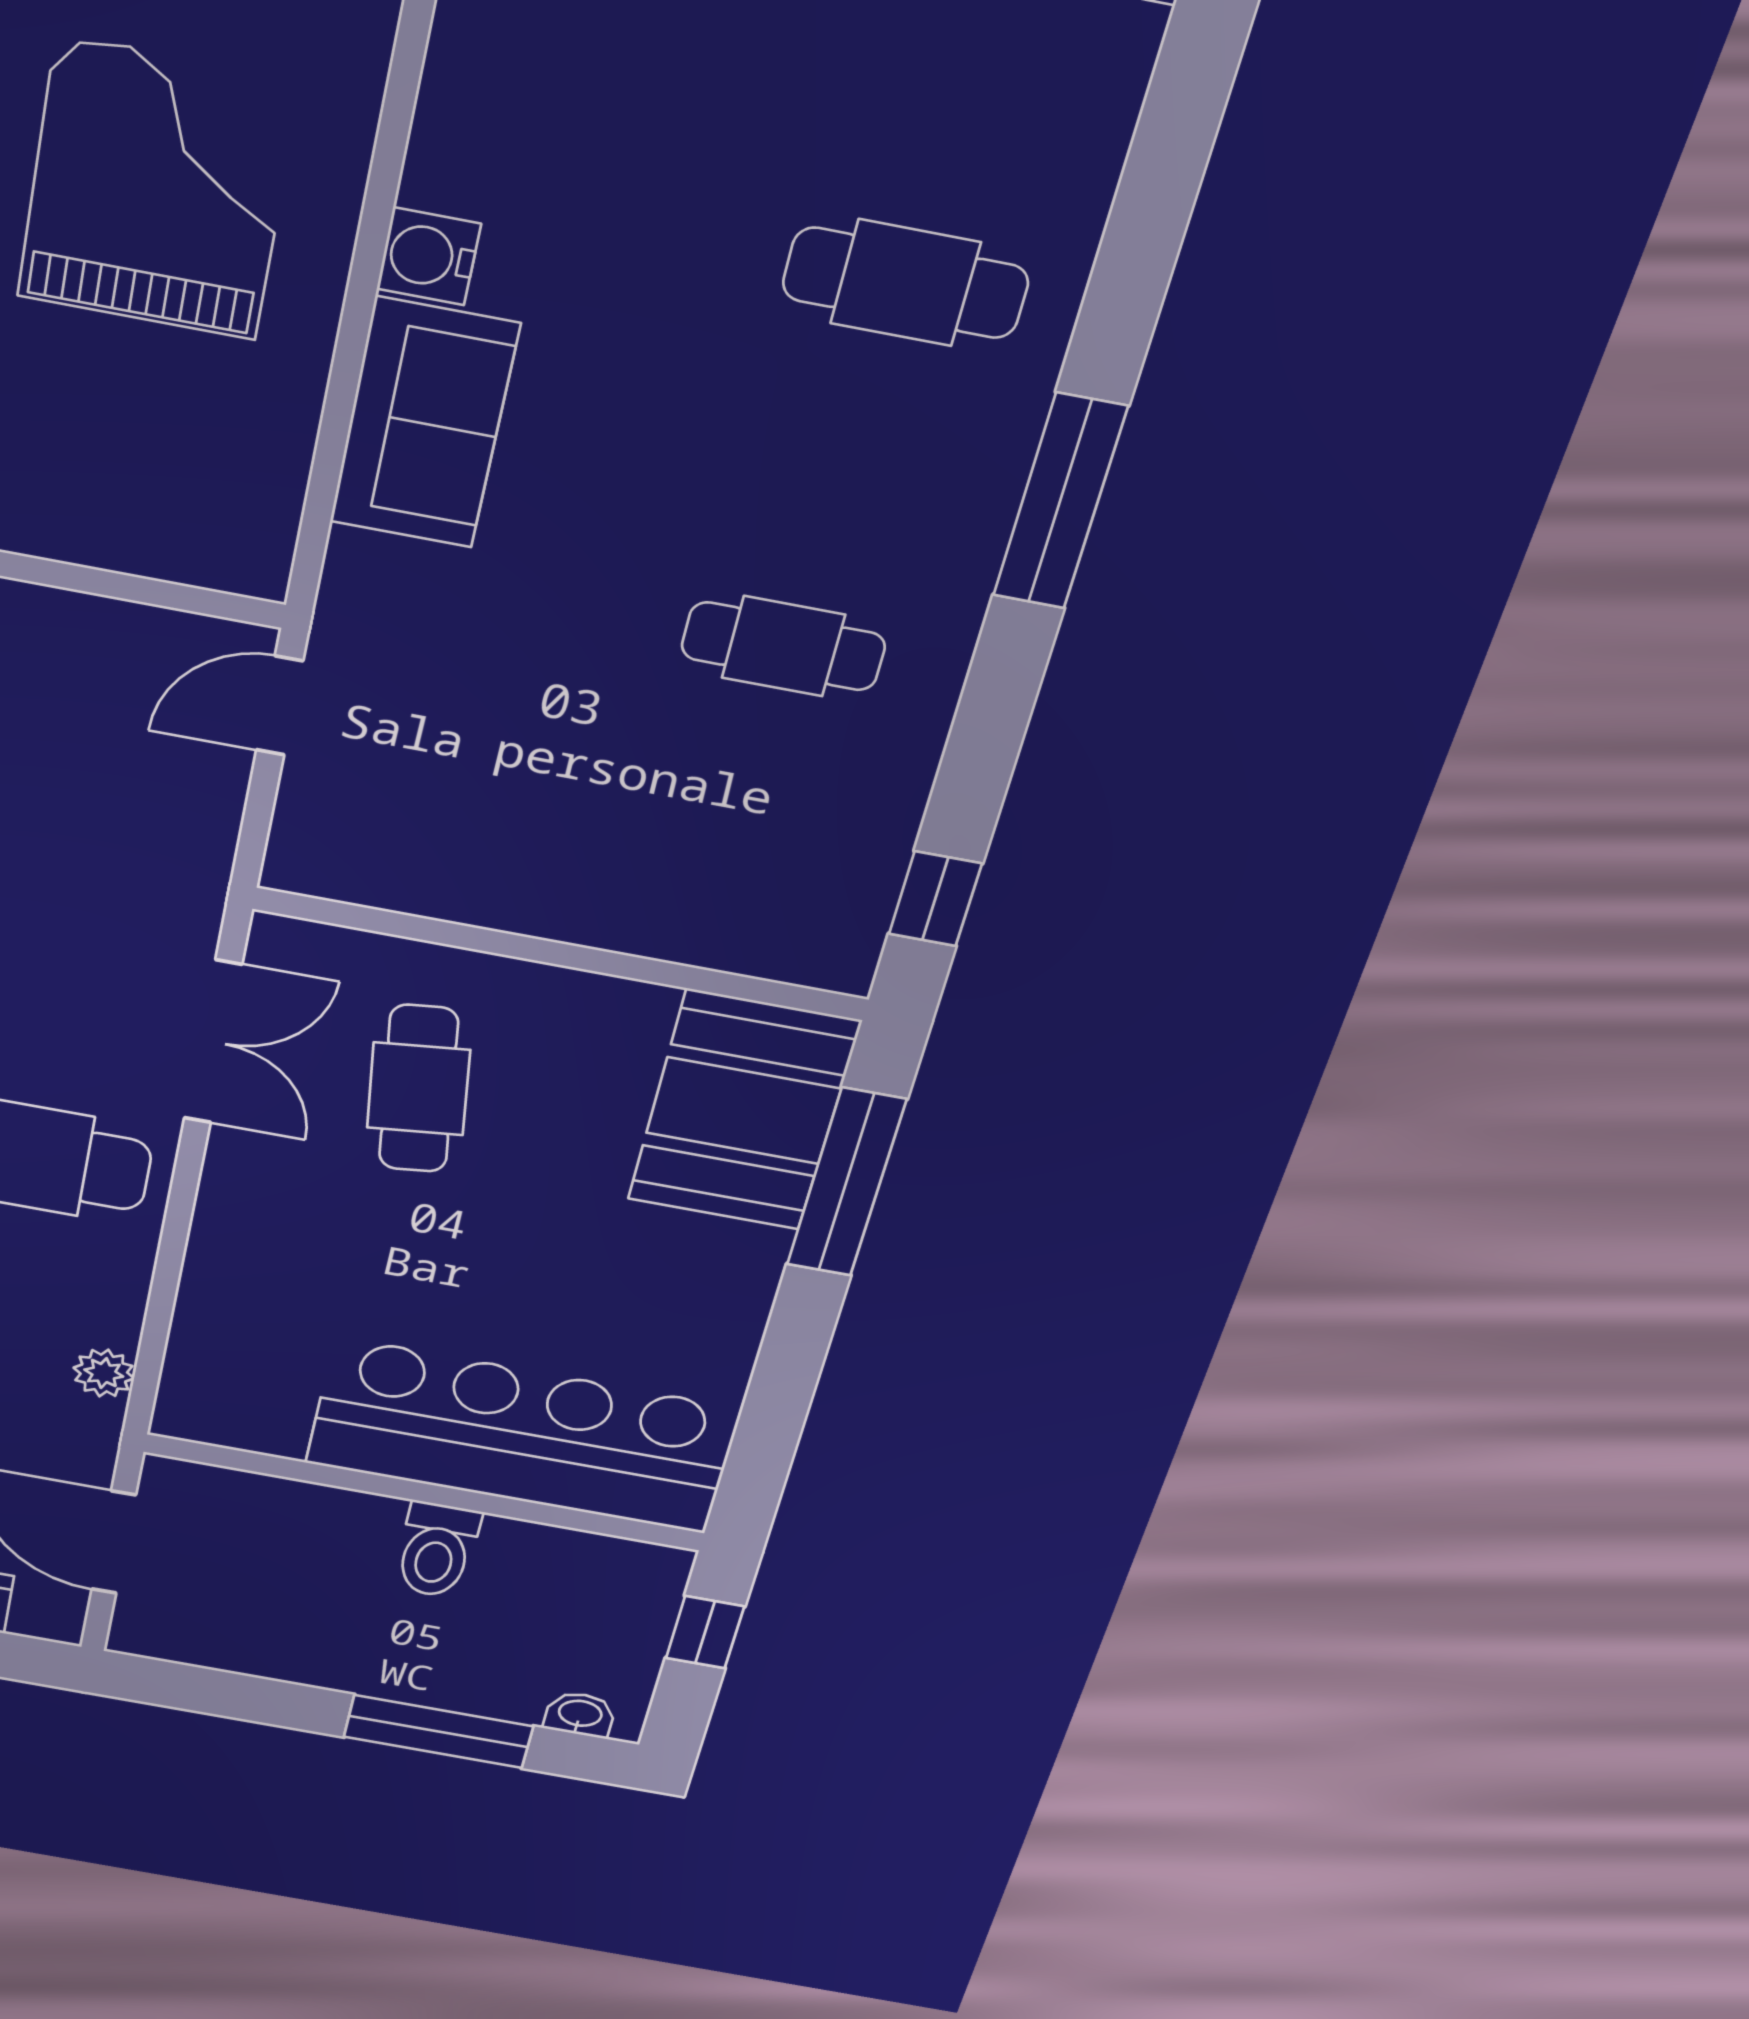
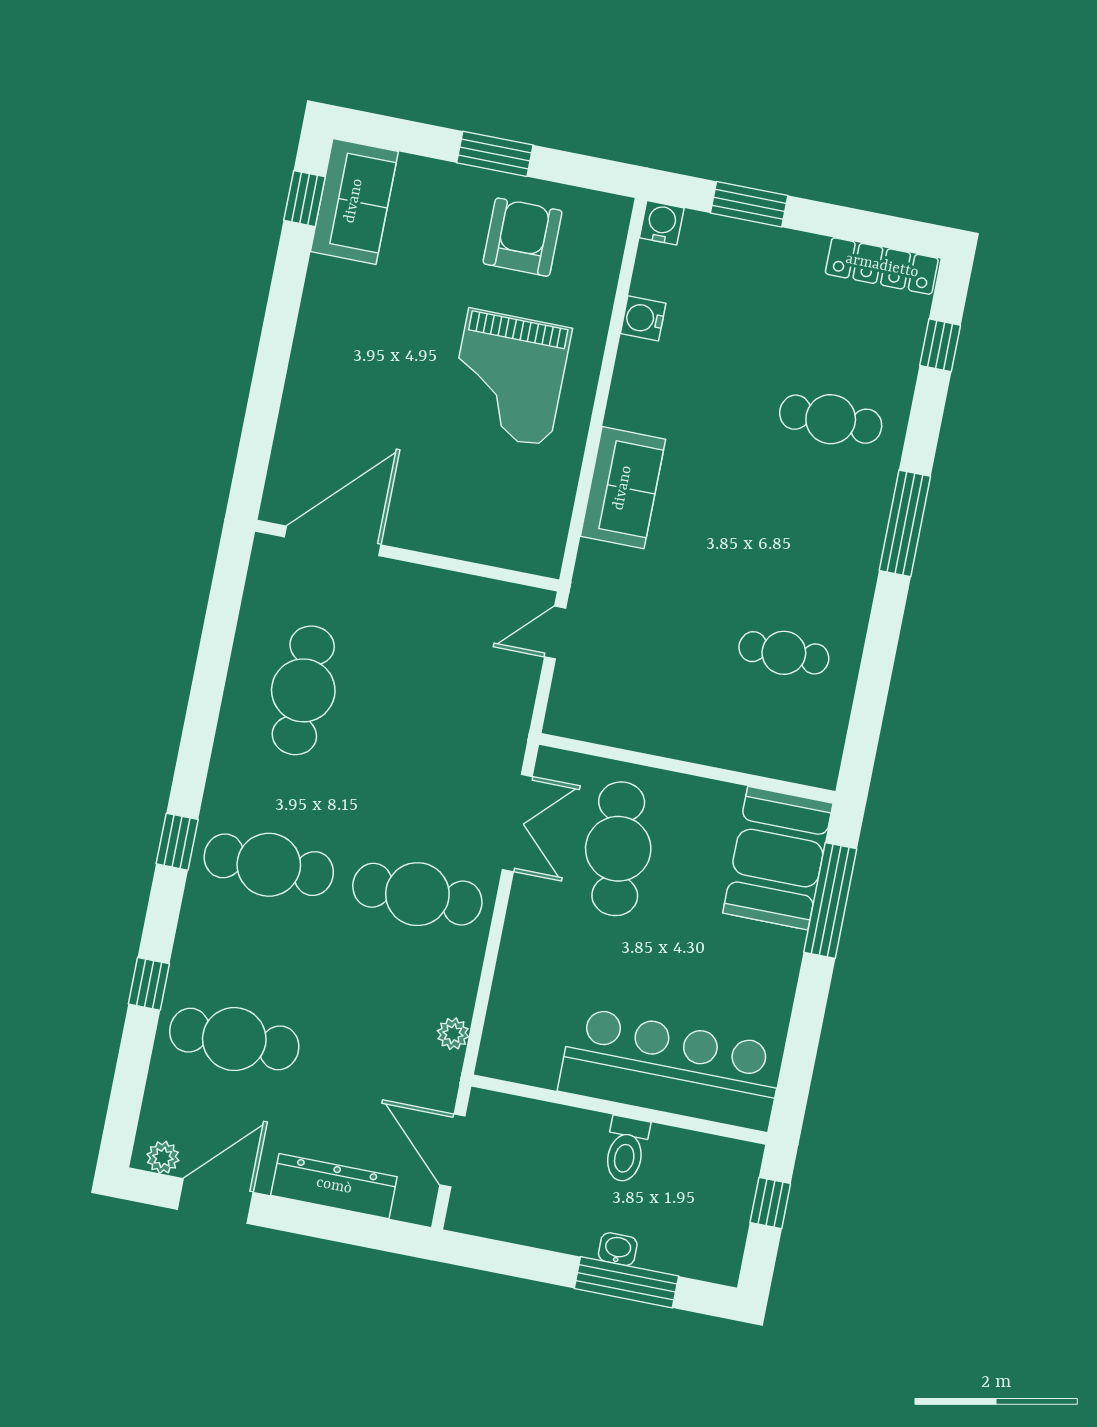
grand piano: (158, 189) -> (509, 378), turned 180
water cooler: (429, 256) -> (643, 318), moved
cafe table: (783, 646) -> (784, 653), moved
window: (935, 899) -> (940, 345), moved
cafe table: (418, 1089) -> (618, 849), width x1.37, depth x1.35
washbasin: (580, 1714) -> (618, 1249), moved

